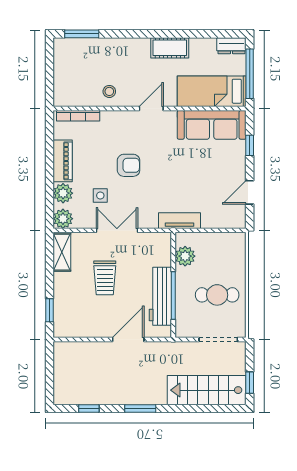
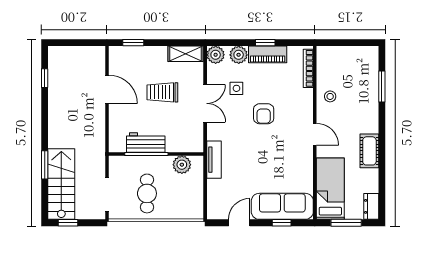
window: (82, 34) -> (382, 87), moved
window: (250, 74) -> (346, 223), width x0.69
sofa: (212, 125) -> (282, 206), moved, turned 90
window: (50, 163) -> (265, 43), added
door: (250, 192) -> (239, 223), hinge flipped
workbench: (160, 296) -> (146, 142), width x0.73
door: (128, 339) -> (107, 89), moved
window: (140, 409) -> (45, 165), moved

